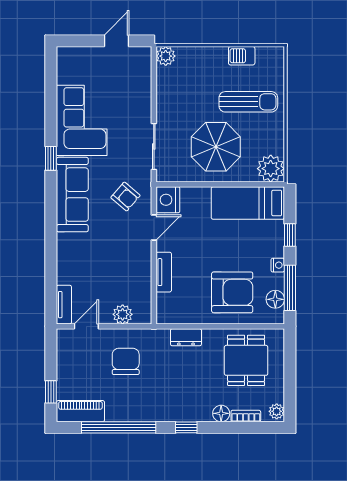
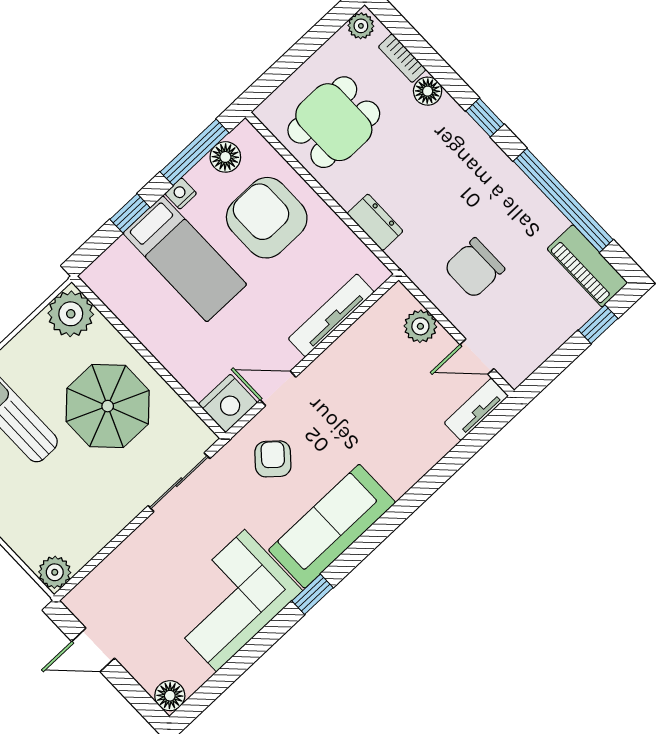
floor lamp: (65, 55) -> (170, 696), added
bed: (248, 203) -> (185, 259), moved
tv unit: (164, 272) -> (331, 315), width x1.41

